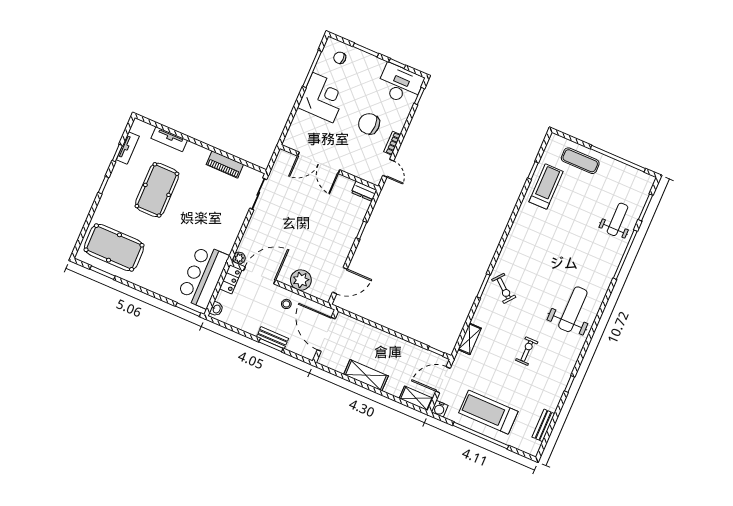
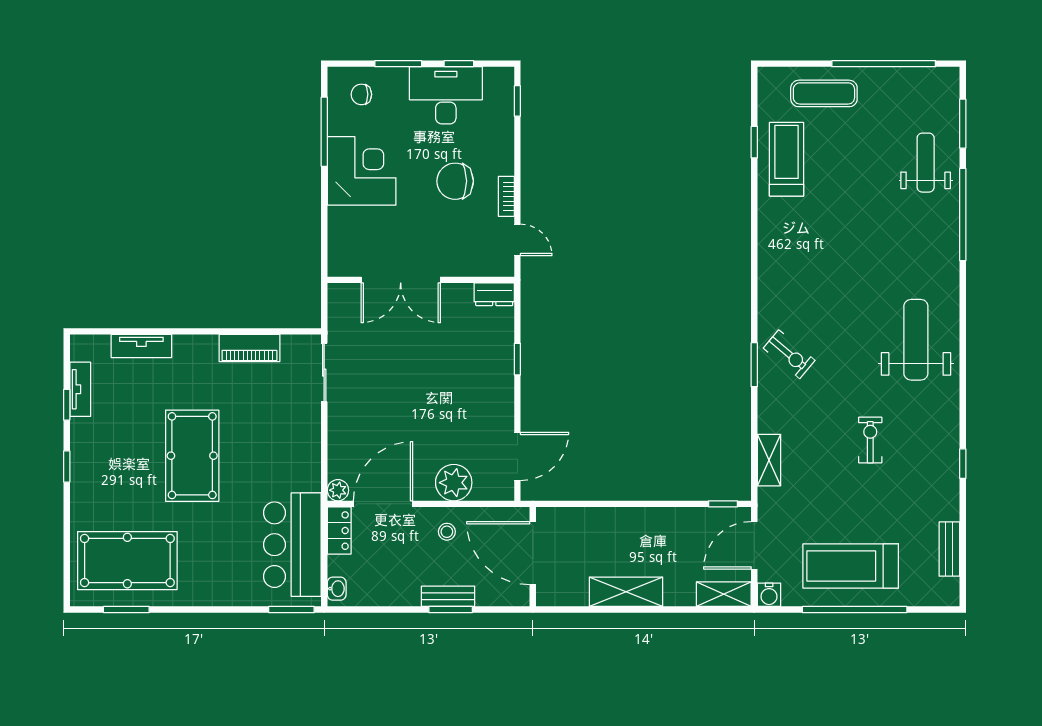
desk: (400, 84) -> (446, 95), moved
pool table: (157, 190) -> (192, 456), moved

